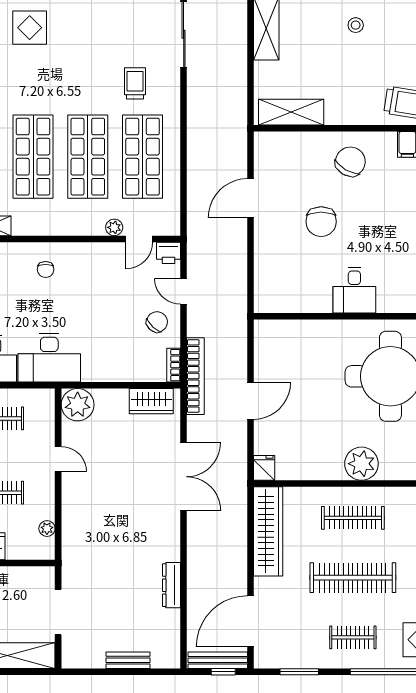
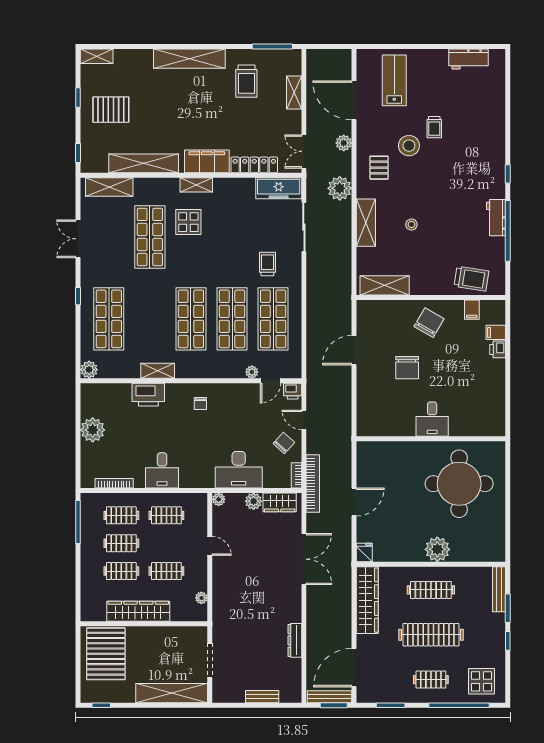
stool: (356, 25) -> (411, 224), moved
desk: (49, 358) -> (239, 470), moved
plant: (116, 400) -> (254, 501), added
plant: (78, 405) -> (219, 499), width x0.53, depth x0.53
window: (223, 672) -> (334, 705), width x1.50

